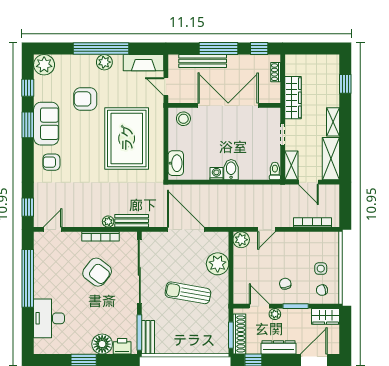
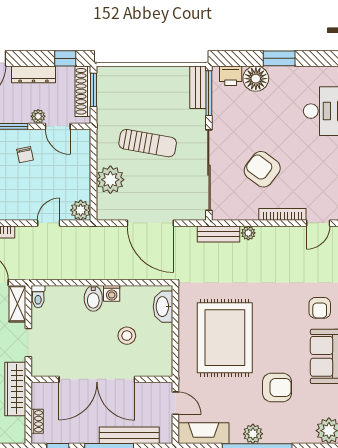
stool: (183, 119) -> (127, 336), moved
armchair: (51, 162) -> (320, 308), turned 90
bookcase: (101, 236) -> (282, 214), moved

